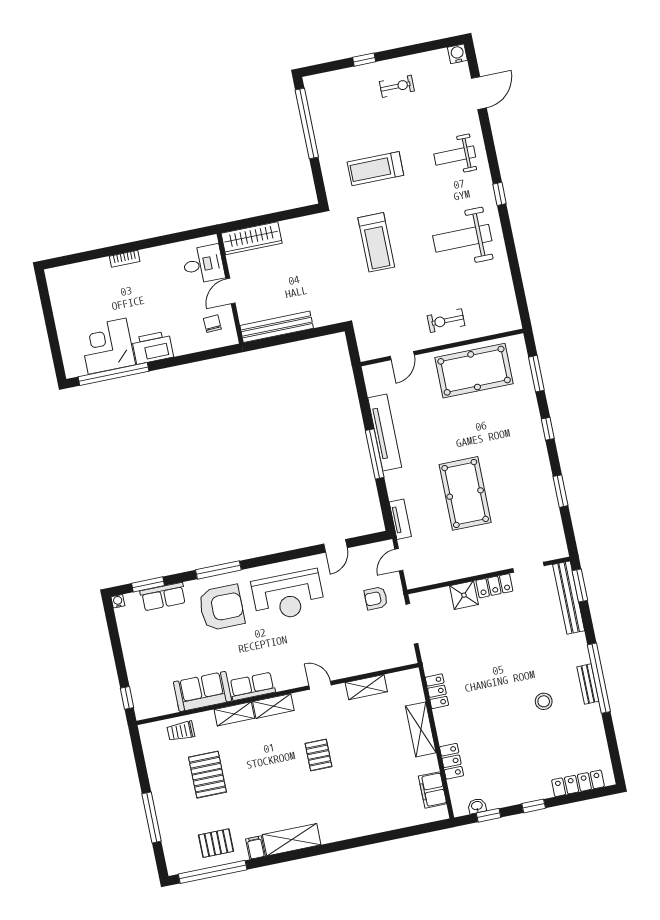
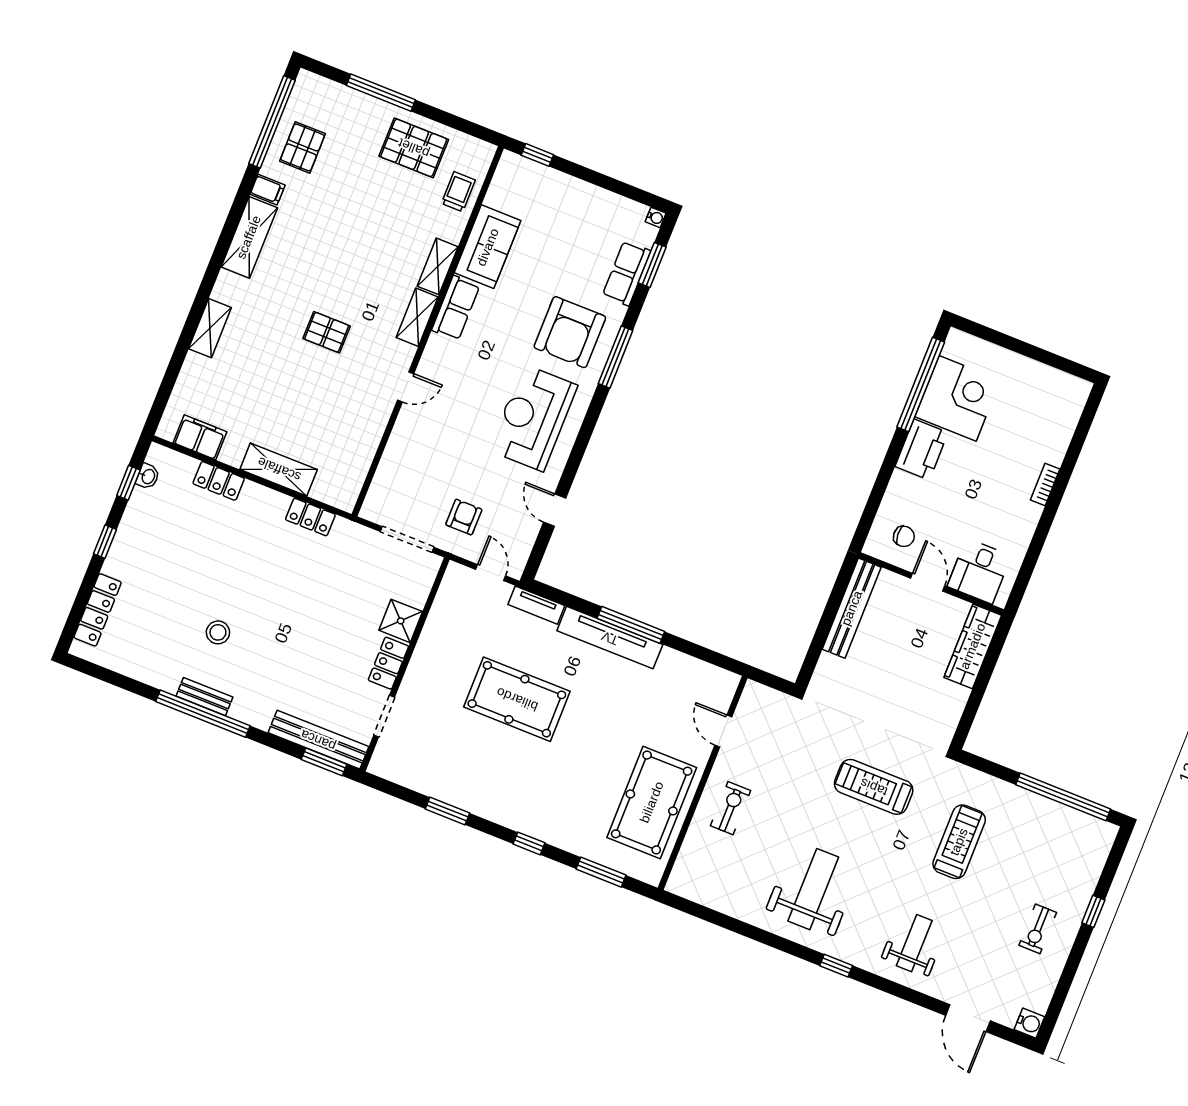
tv unit: (385, 433) -> (610, 638), moved
shelving: (366, 687) -> (210, 328), moved
pallet: (207, 775) -> (414, 148), moved

